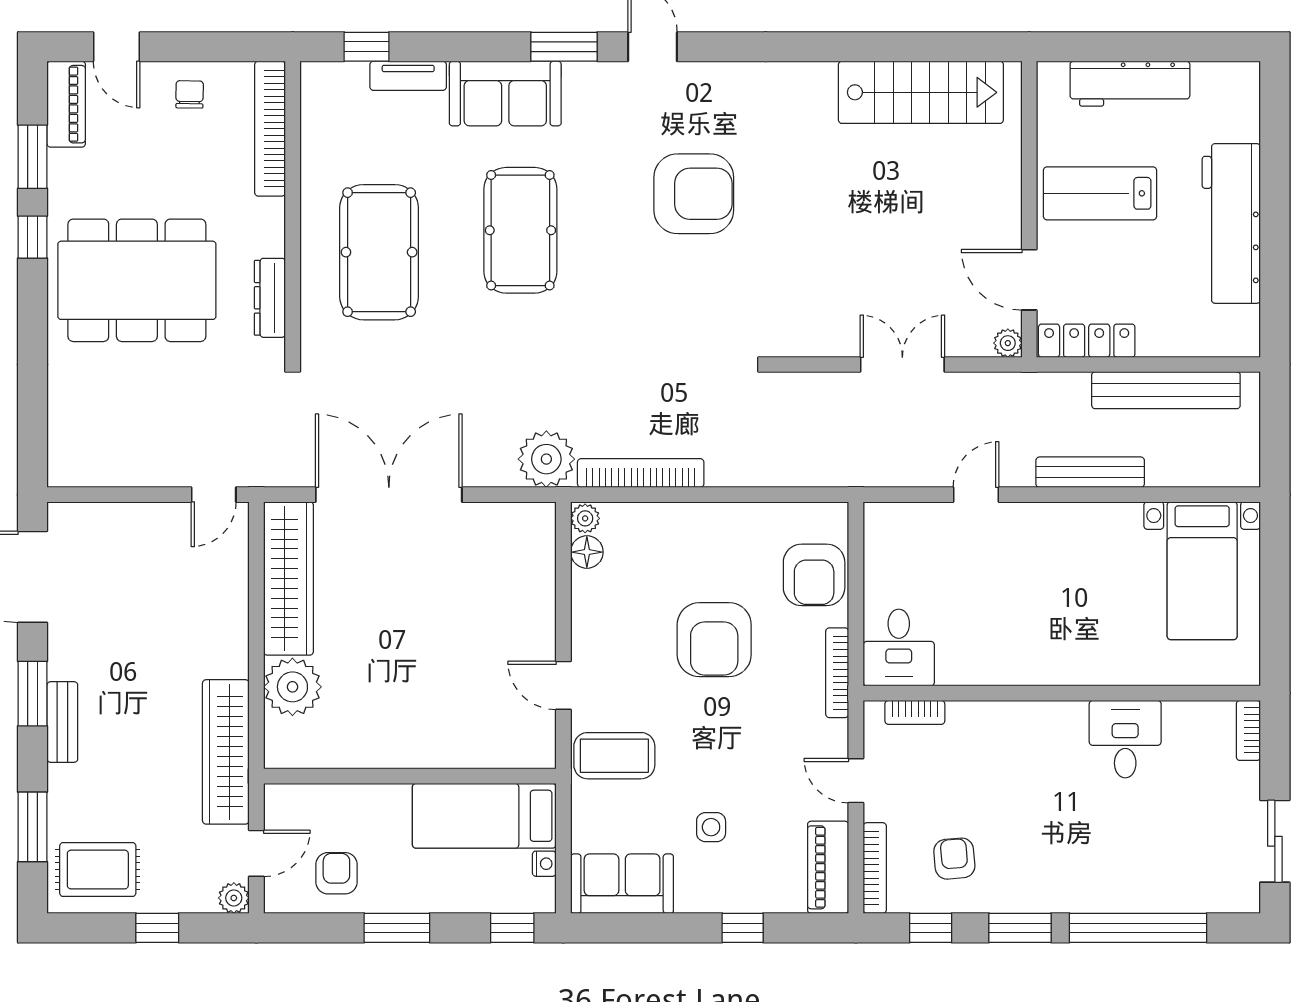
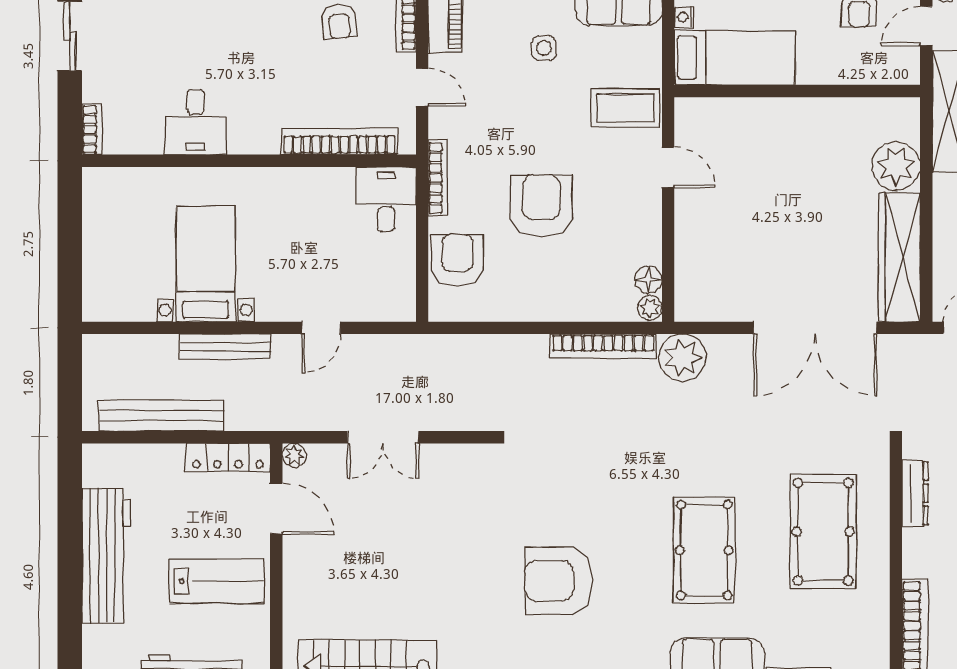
bed with nightstands: (1202, 571) -> (206, 264), moved
bookcase: (915, 712) -> (339, 141), width x2.31, depth x1.31

